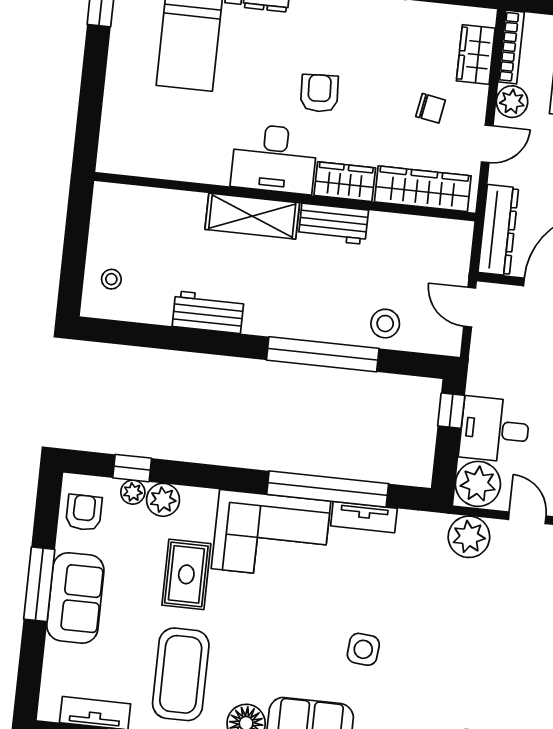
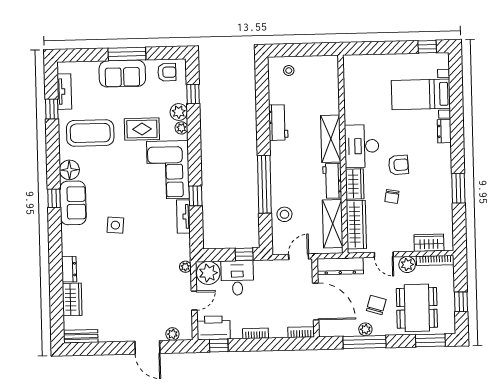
chair: (431, 108) -> (392, 196), moved
shelving: (415, 234) -> (333, 224), added
window: (328, 489) -> (195, 196), width x0.32
plant: (133, 492) -> (181, 128), moved
plant: (469, 537) -> (185, 267), width x0.53, depth x0.53

